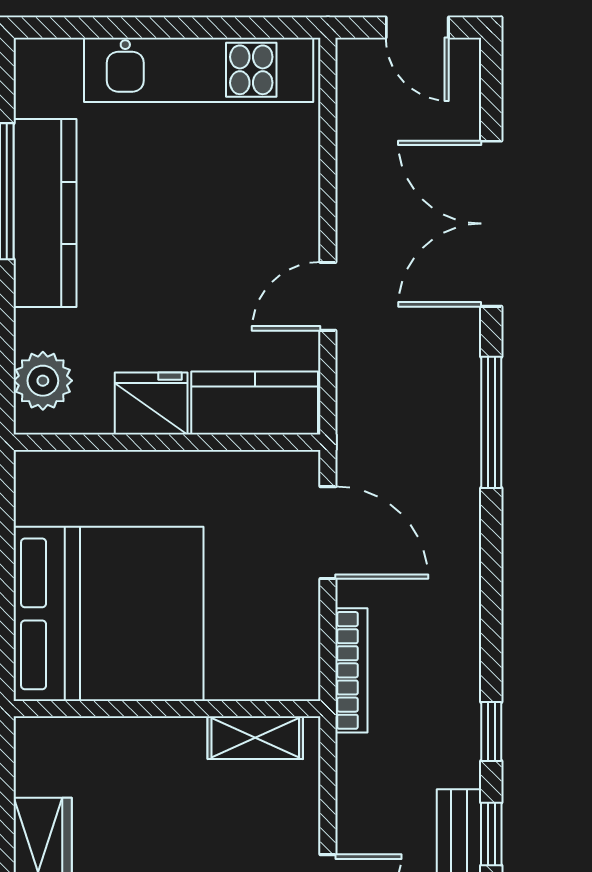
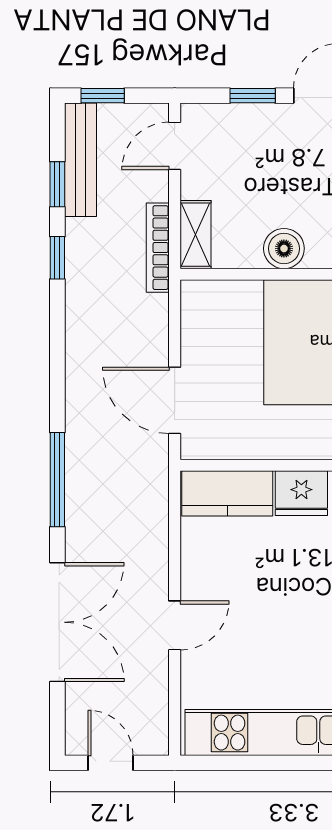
door: (328, 296) -> (175, 625), moved
bookcase: (351, 670) -> (158, 248), moved
shelving: (255, 738) -> (195, 235), moved, turned 90
boiler: (175, 744) -> (284, 249), added

